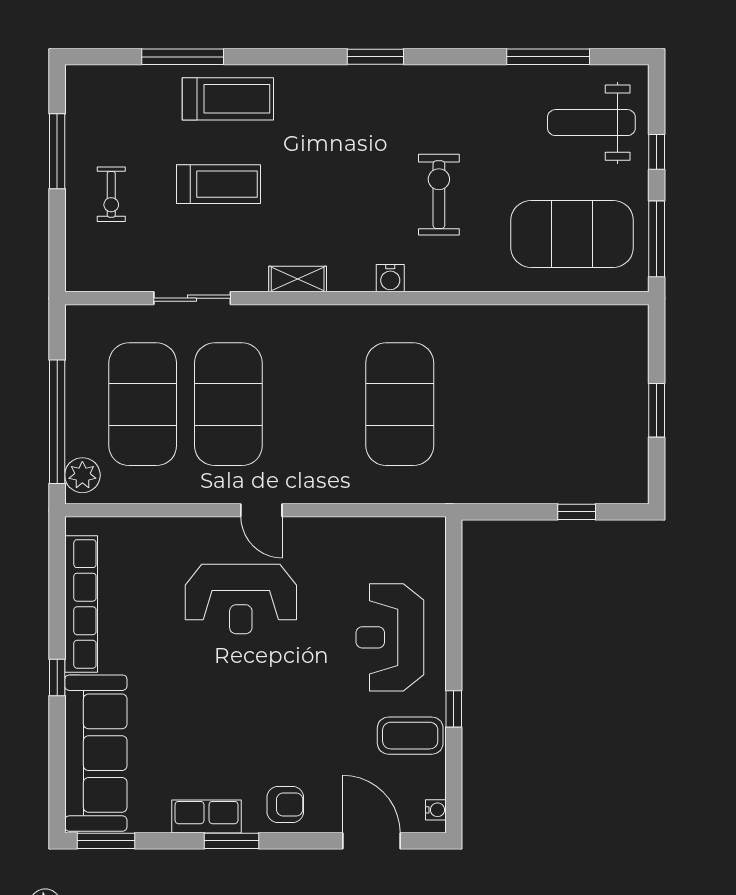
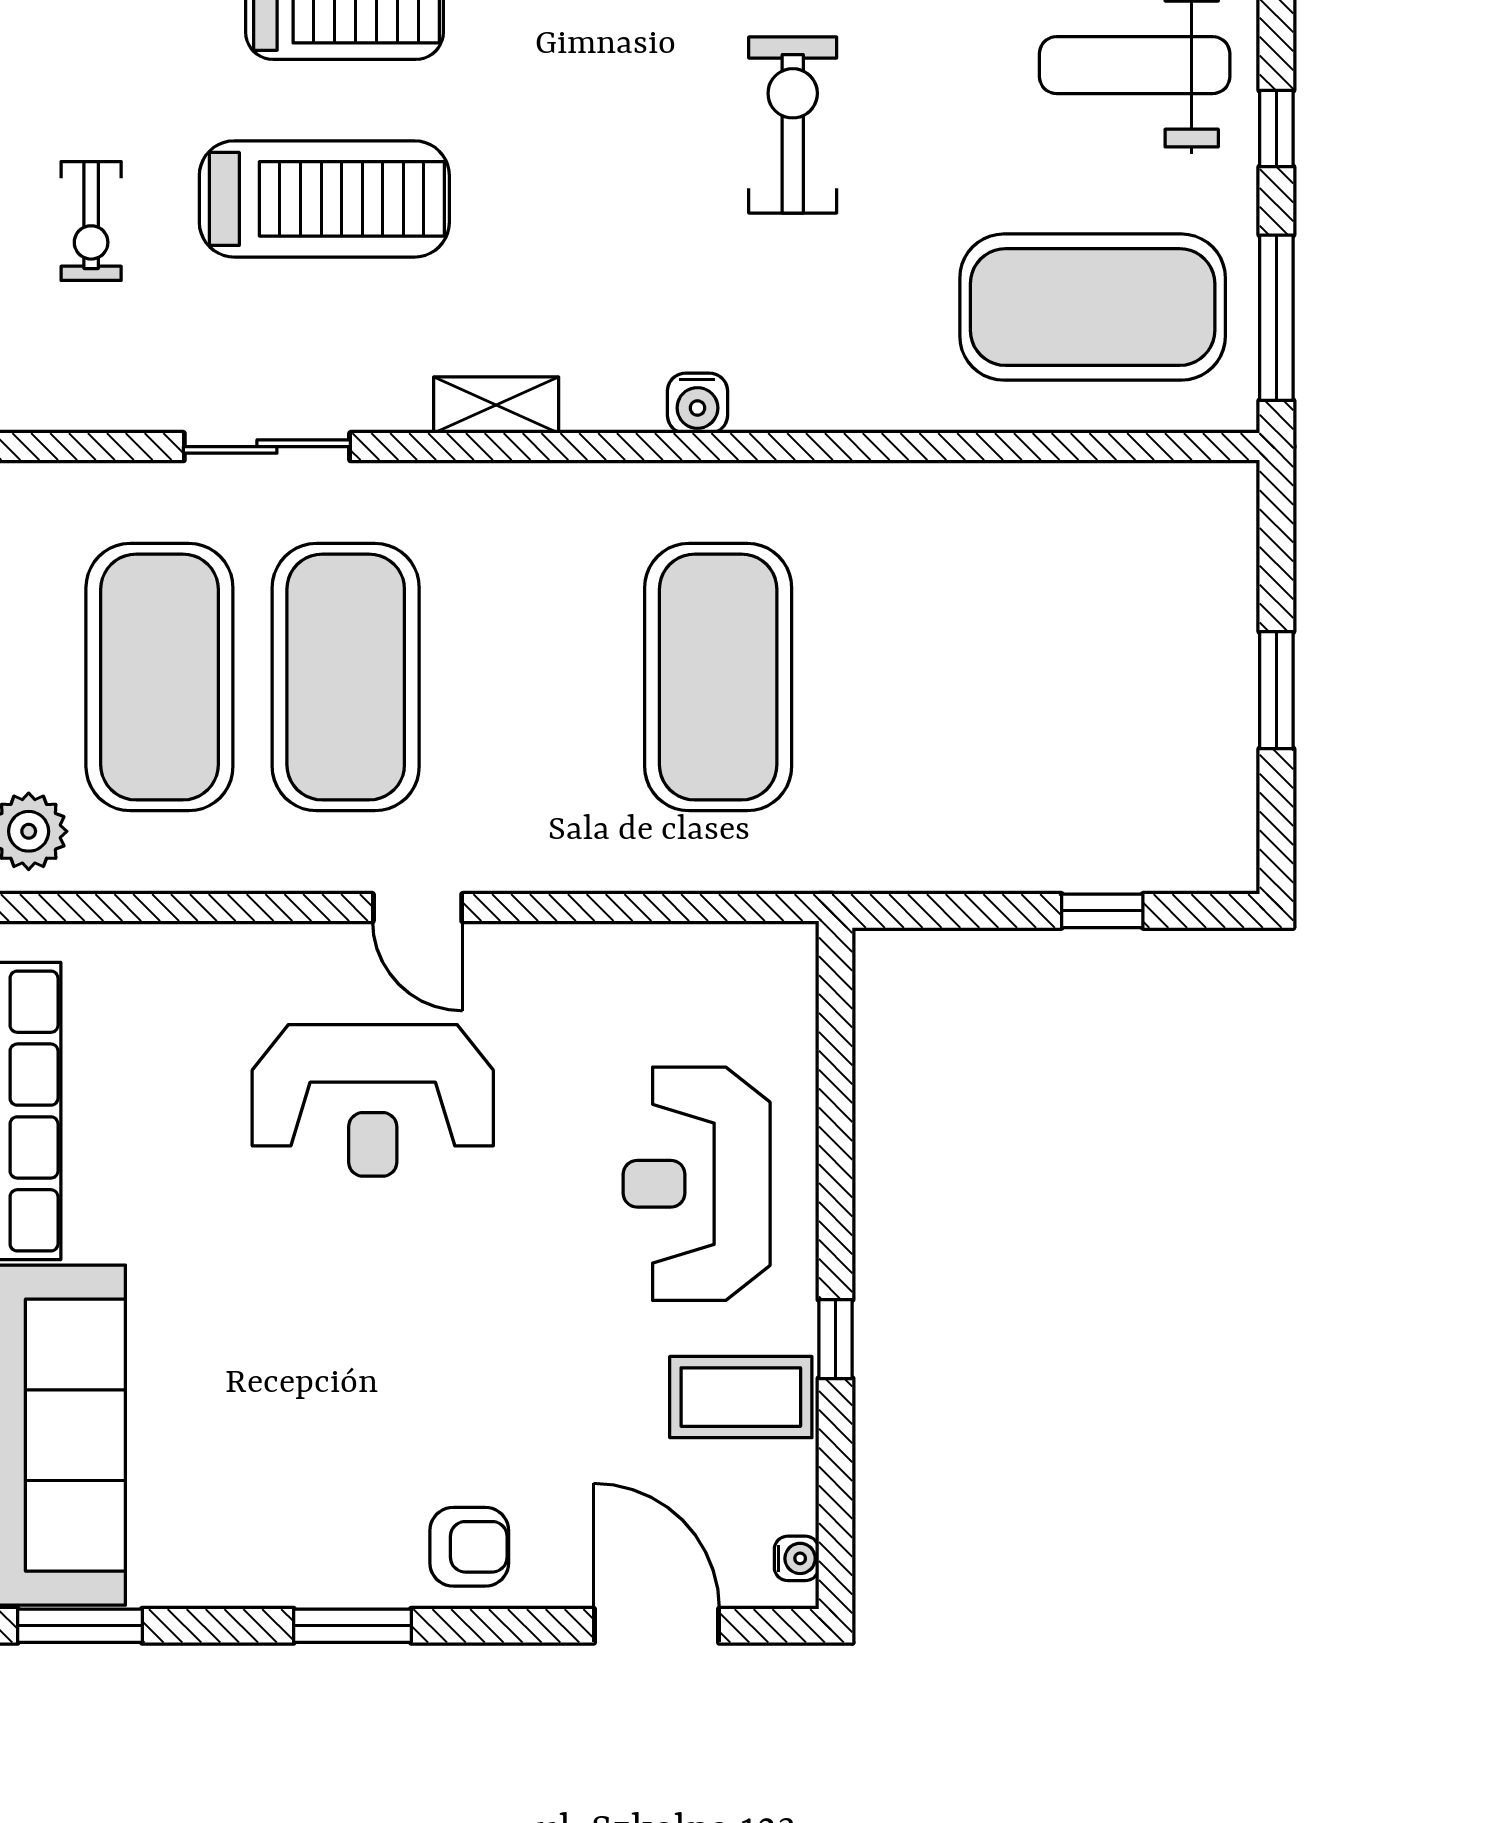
treadmill: (219, 184) -> (324, 199), width x1.37, depth x1.38
exercise bike: (439, 195) -> (793, 125), moved
row of seats: (207, 817) -> (298, 1573), removed

